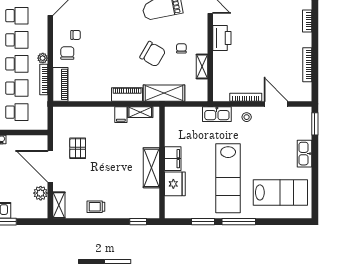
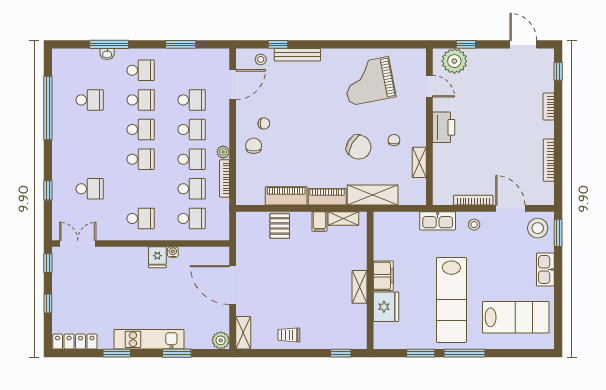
piano: (60, 84) -> (286, 196), moved, turned -90
stool: (298, 120) -> (538, 228), added
pallet: (78, 148) -> (280, 226), moved
shelving: (151, 168) -> (360, 287), width x0.67, depth x0.75
plant: (41, 193) -> (221, 340), moved

